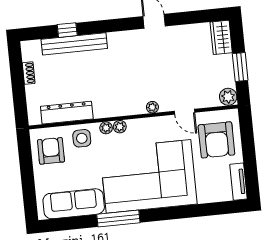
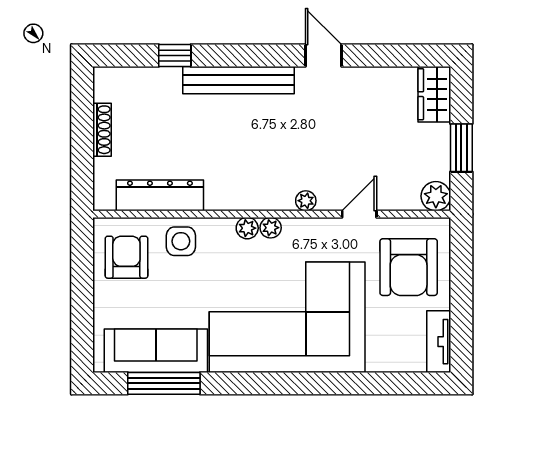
bench: (74, 44) -> (238, 80), moved
shoe rack: (29, 73) -> (102, 130), width x1.43
door: (184, 112) -> (359, 214), swing flipped
plant: (106, 128) -> (271, 228), moved
window: (118, 219) -> (164, 383), moved

